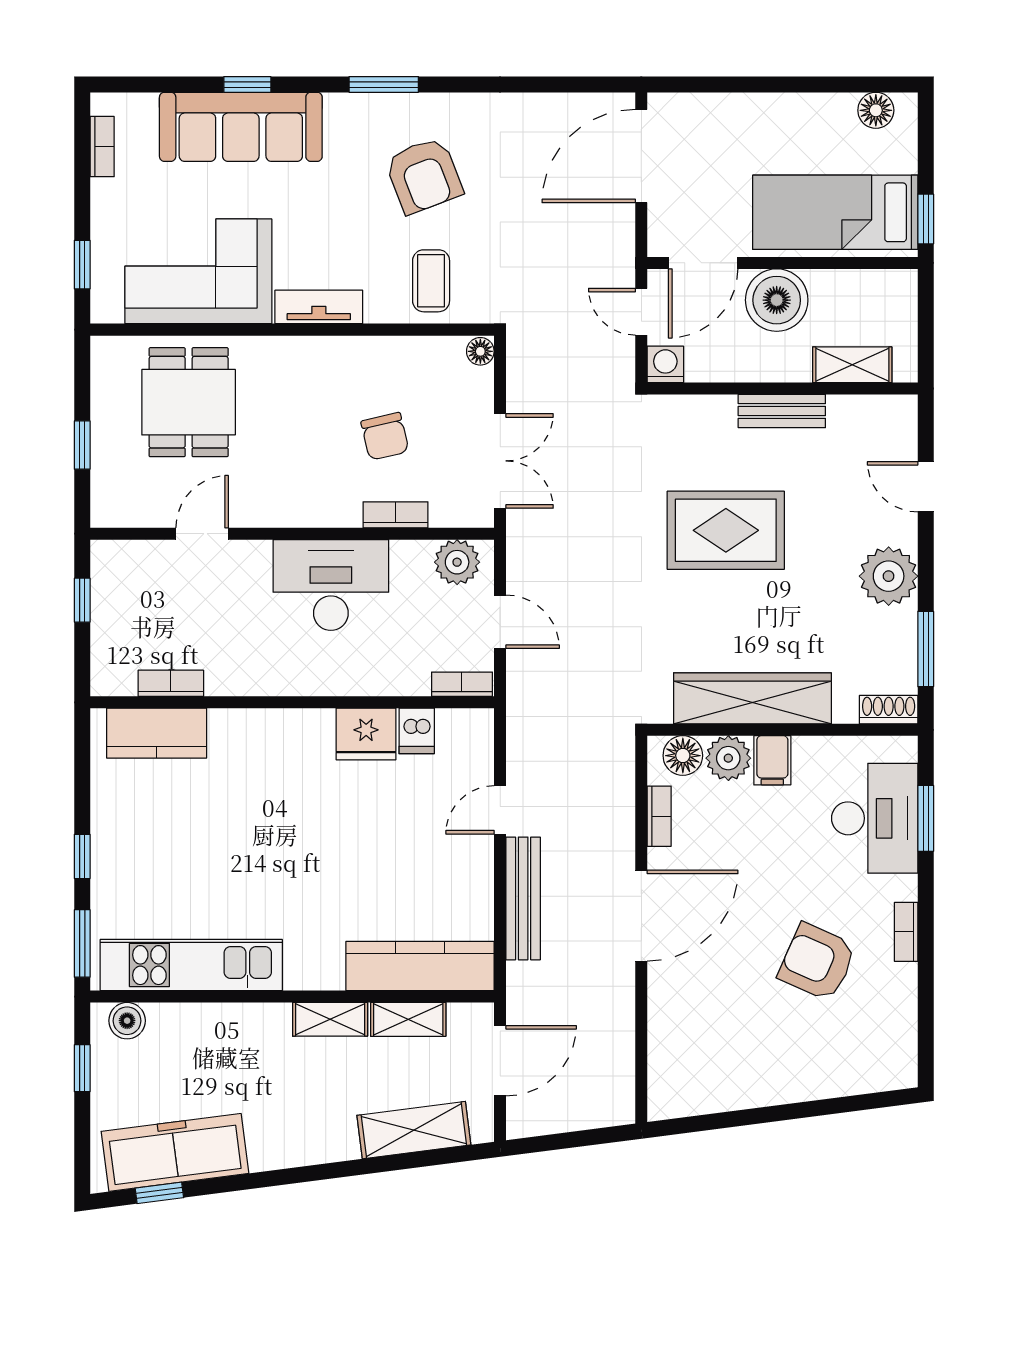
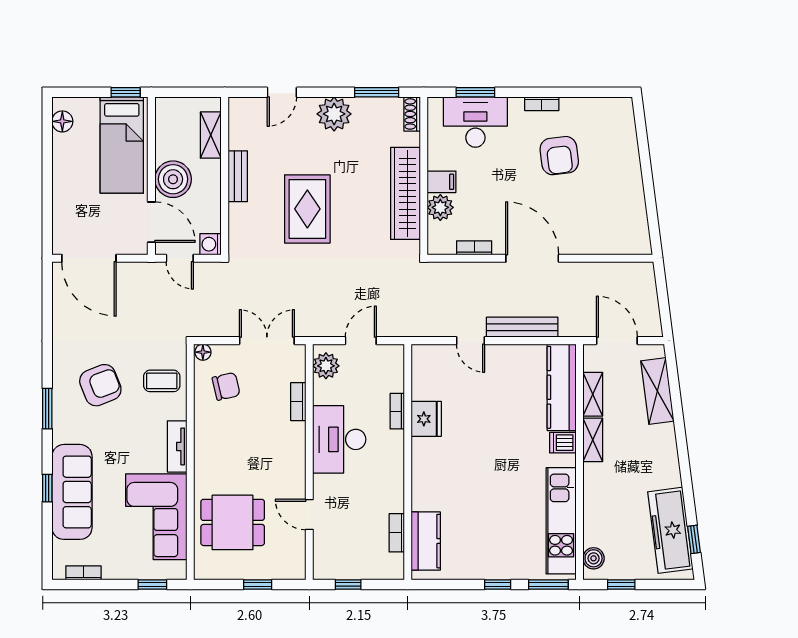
door: (641, 312) -> (180, 258), hinge flipped
chair: (385, 436) -> (226, 386), moved
bookcase: (462, 684) -> (397, 411), moved
dishwasher: (417, 731) -> (563, 443), moved, turned 180
floor lamp: (683, 756) -> (439, 234), removed
armchair: (817, 962) -> (559, 156), turned -31

